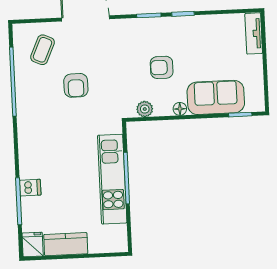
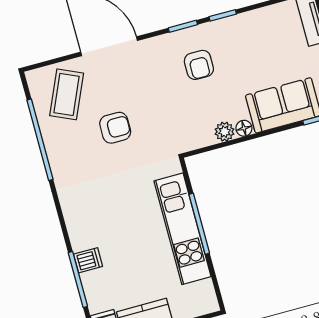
coffee table: (43, 50) -> (67, 94), width x1.36, depth x1.30
armchair: (162, 67) -> (199, 65), moved, turned -90
armchair: (76, 85) -> (115, 128), turned -90
plant: (145, 109) -> (225, 132), moved

